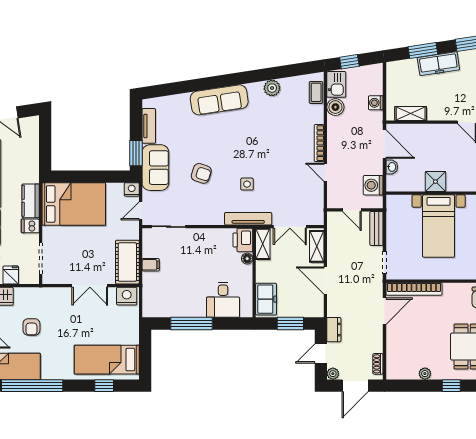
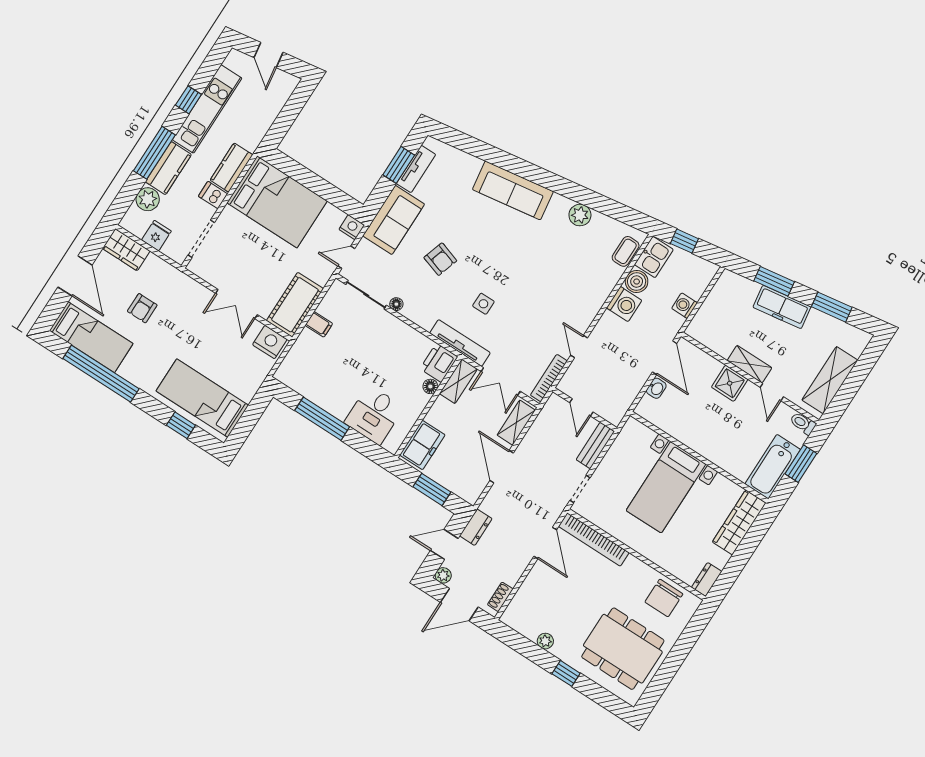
shelving: (411, 113) -> (749, 364), moved
bookcase: (319, 143) -> (549, 378), moved
window: (136, 153) -> (399, 165), moved
shower: (435, 182) -> (730, 383), moved
washing machine: (373, 185) -> (624, 304), moved, turned 180
floor lamp: (192, 220) -> (396, 304), added
door: (384, 311) -> (545, 543), hinge flipped

